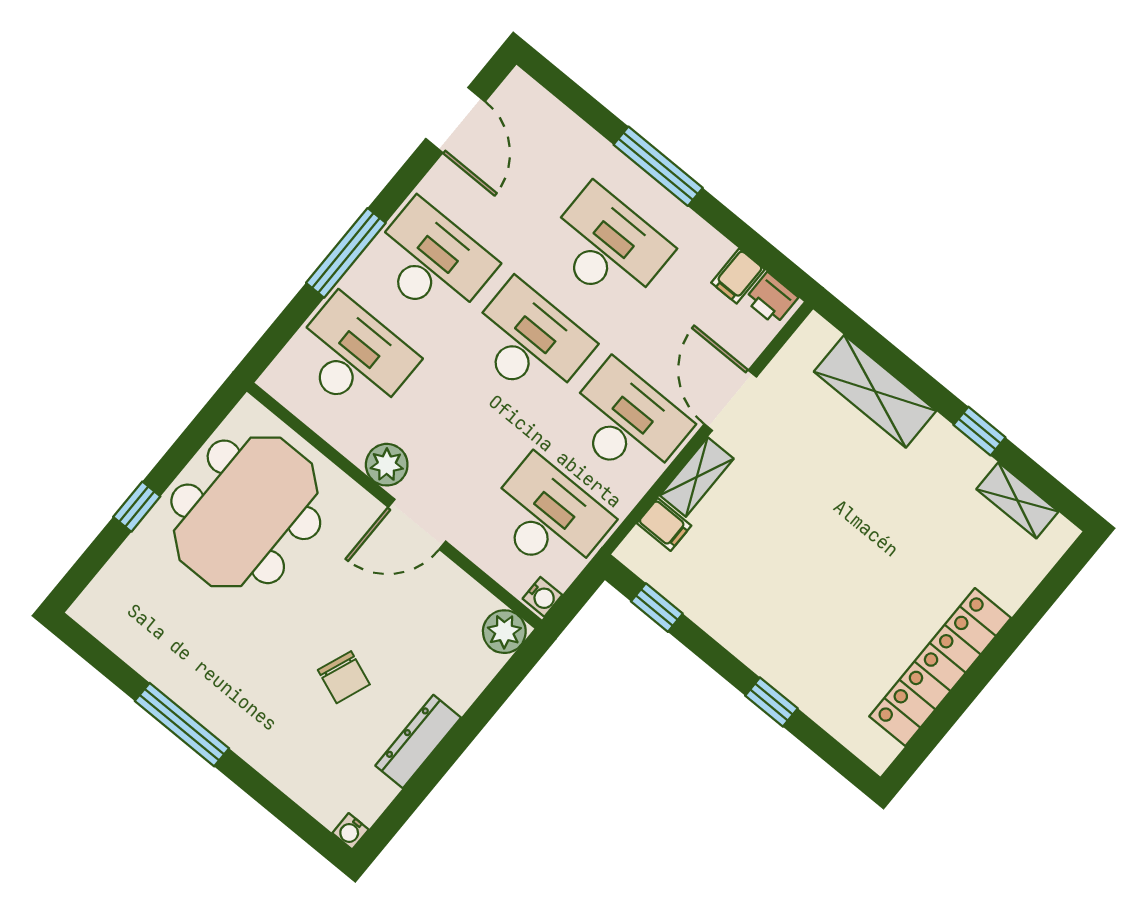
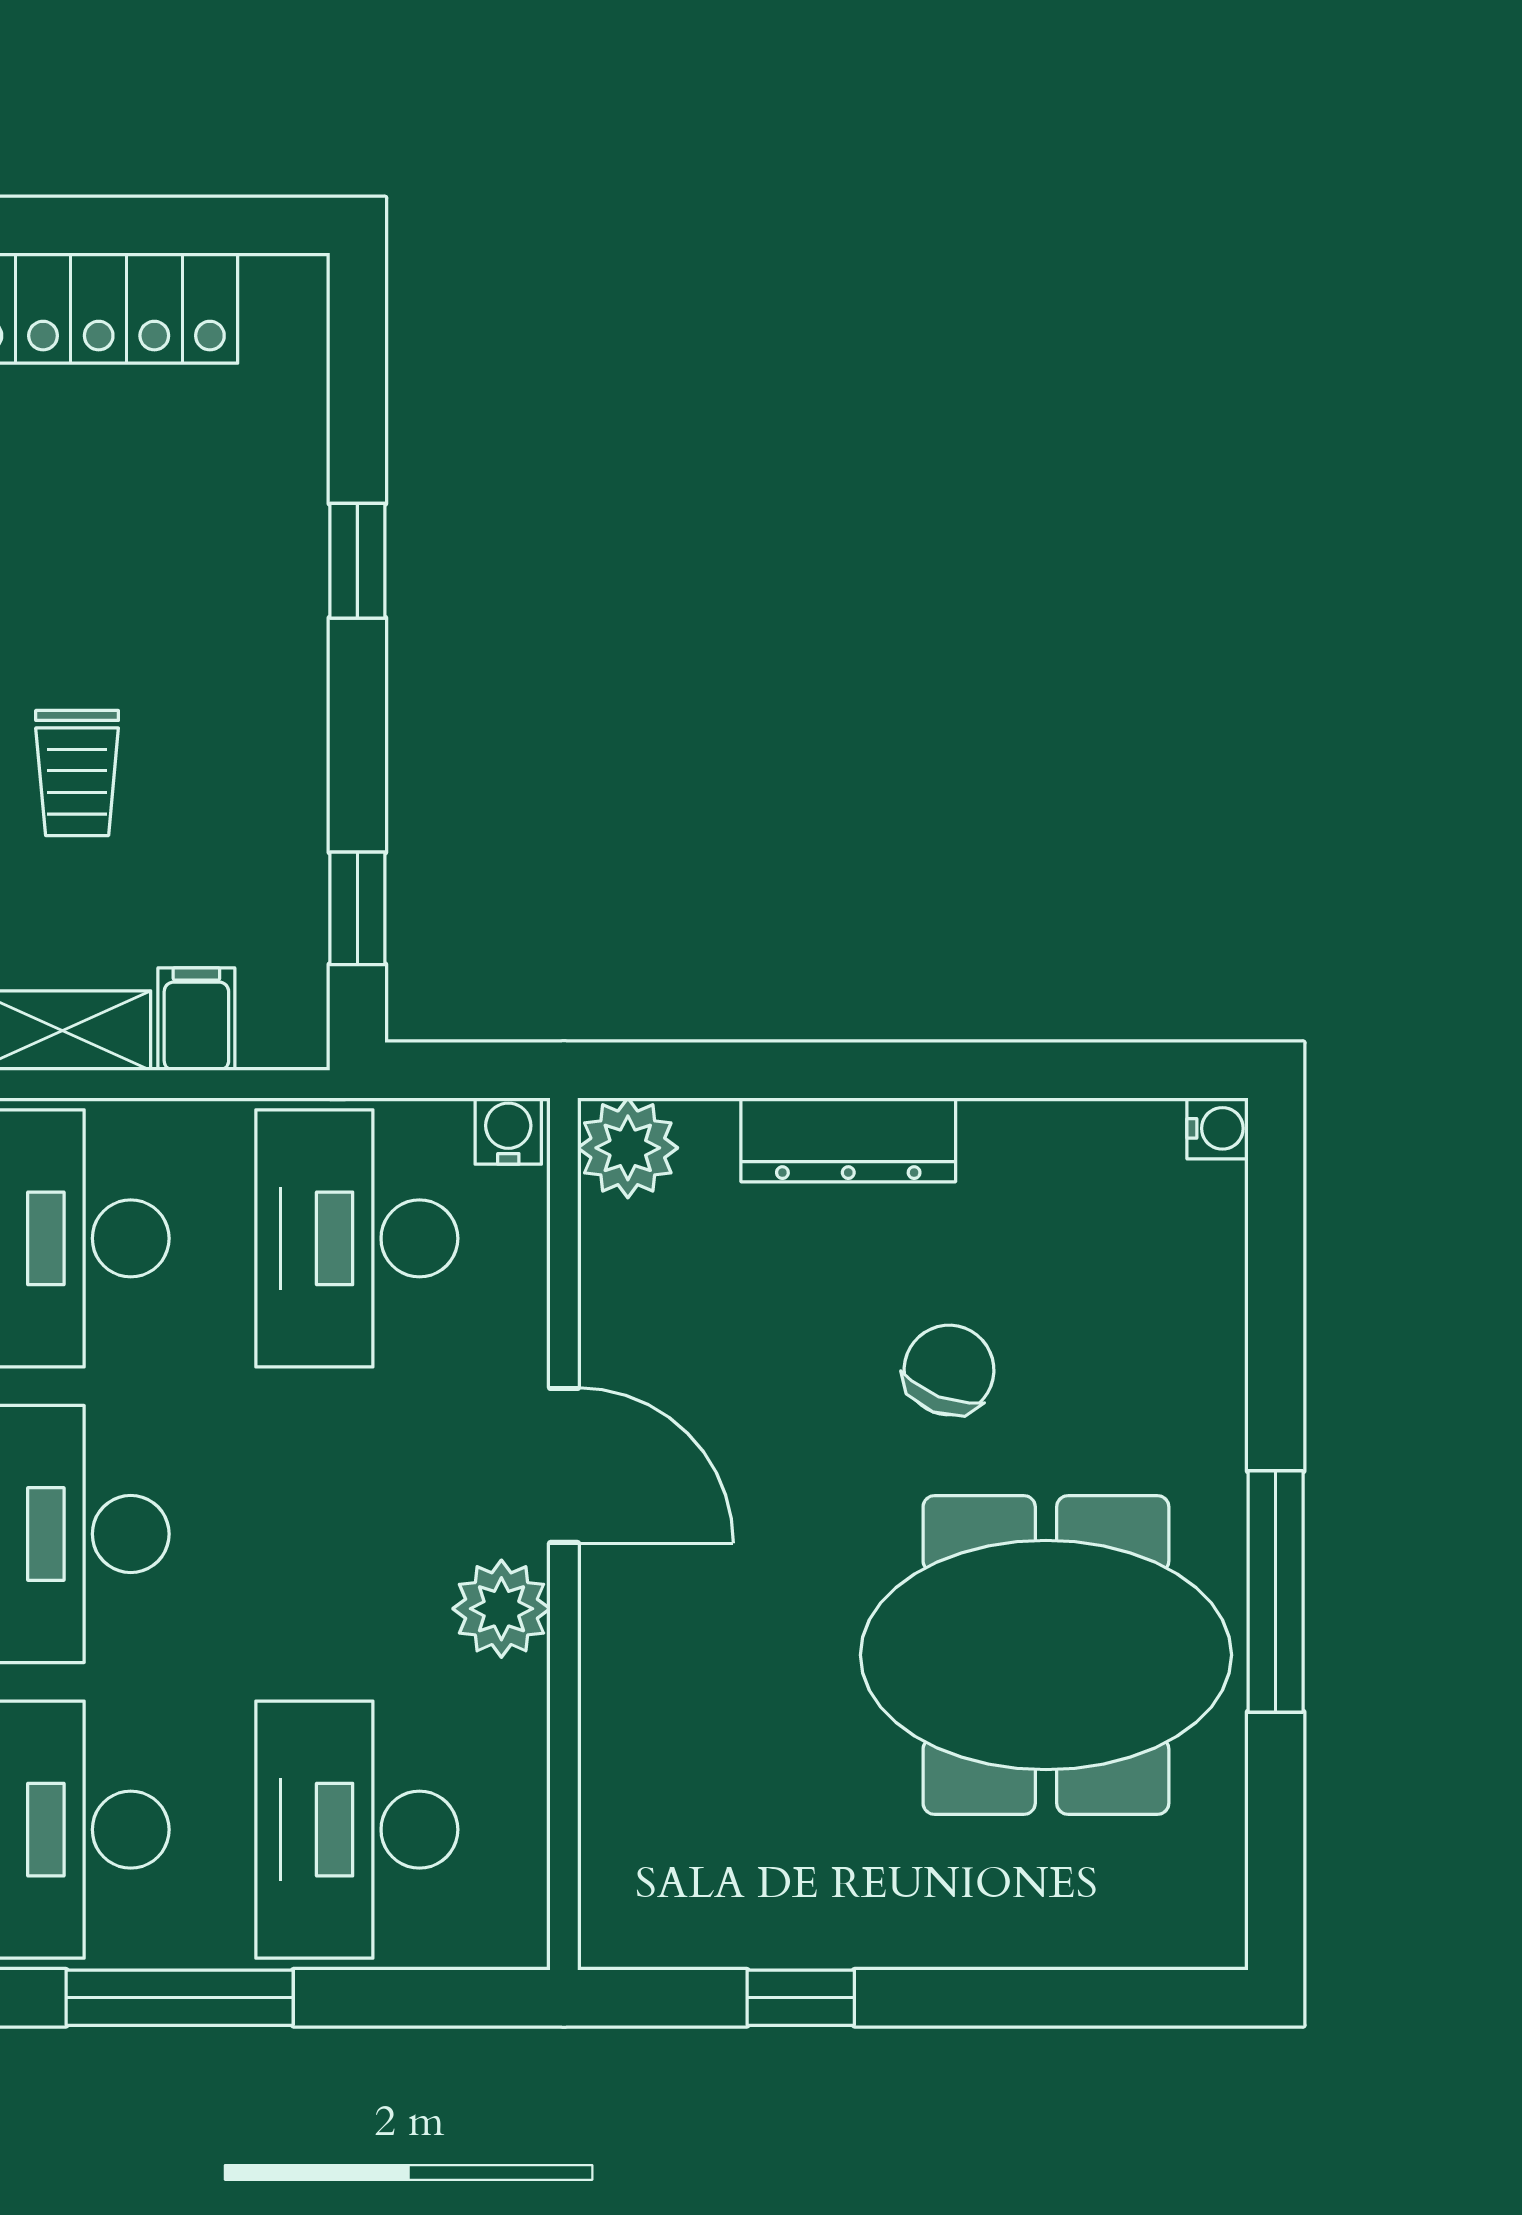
window: (137, 507) -> (801, 1998), moved
meeting table: (246, 512) -> (1046, 1655), moved
trolley: (778, 552) -> (77, 773), added
dresser: (418, 742) -> (848, 1140), moved

